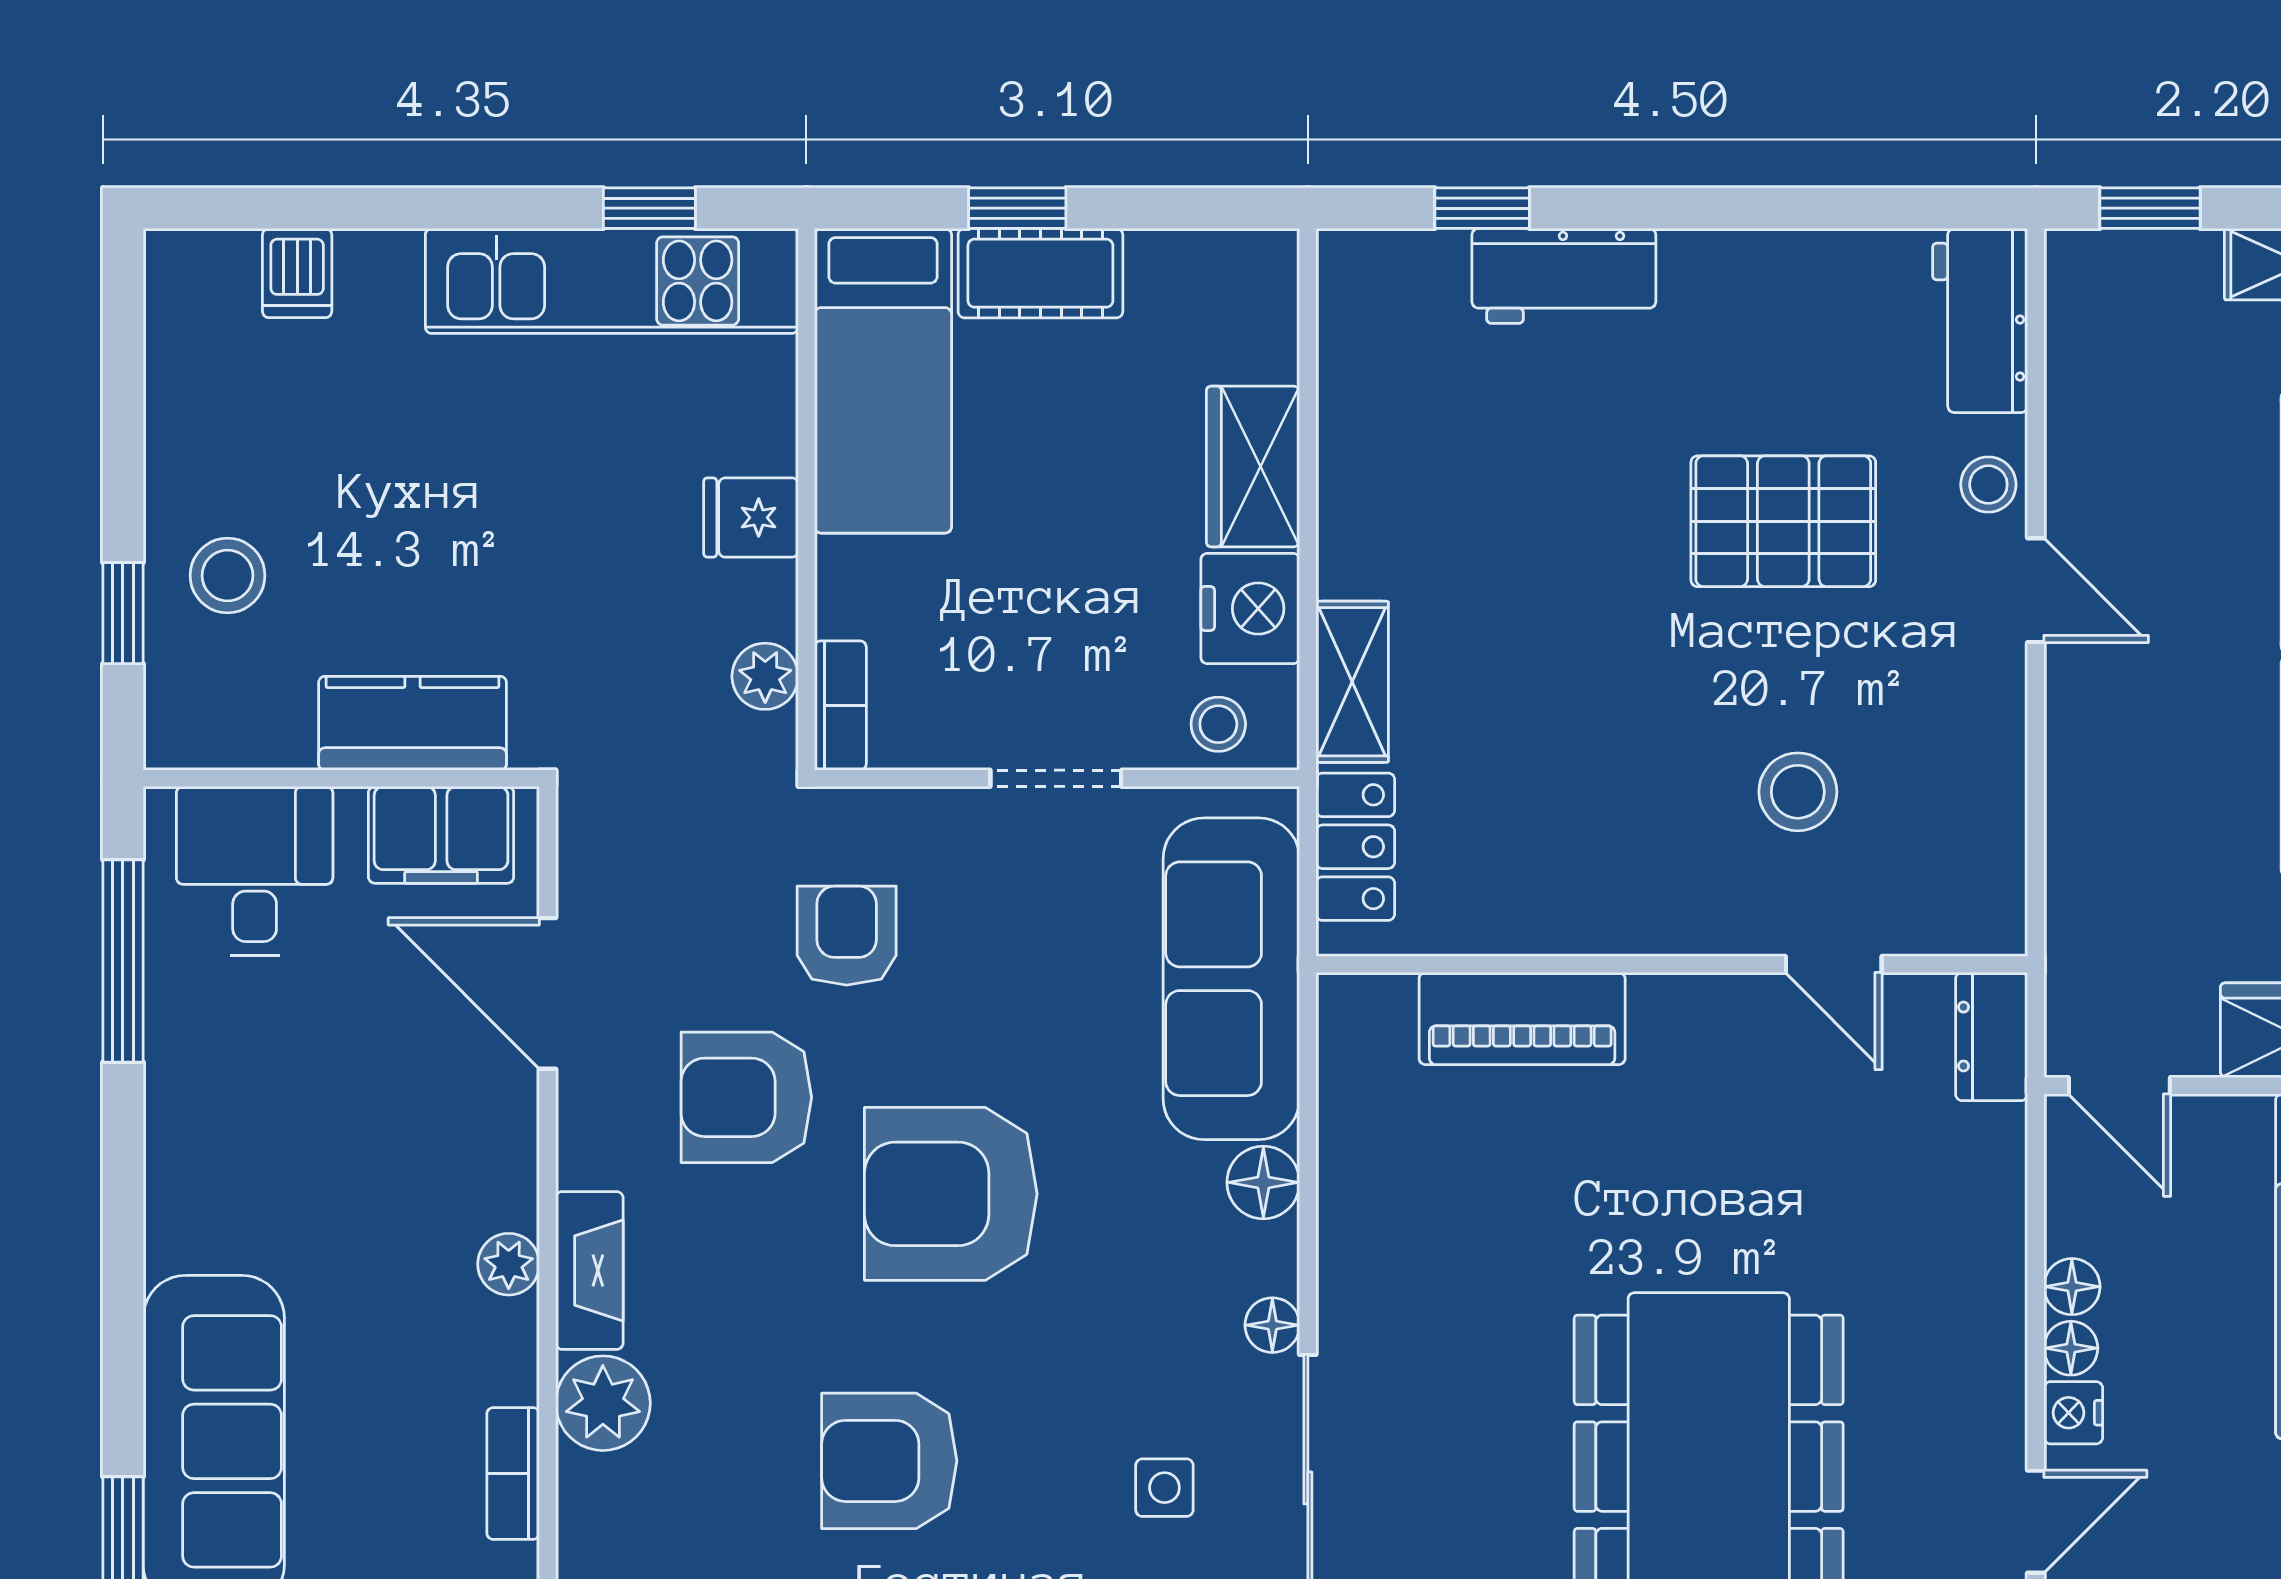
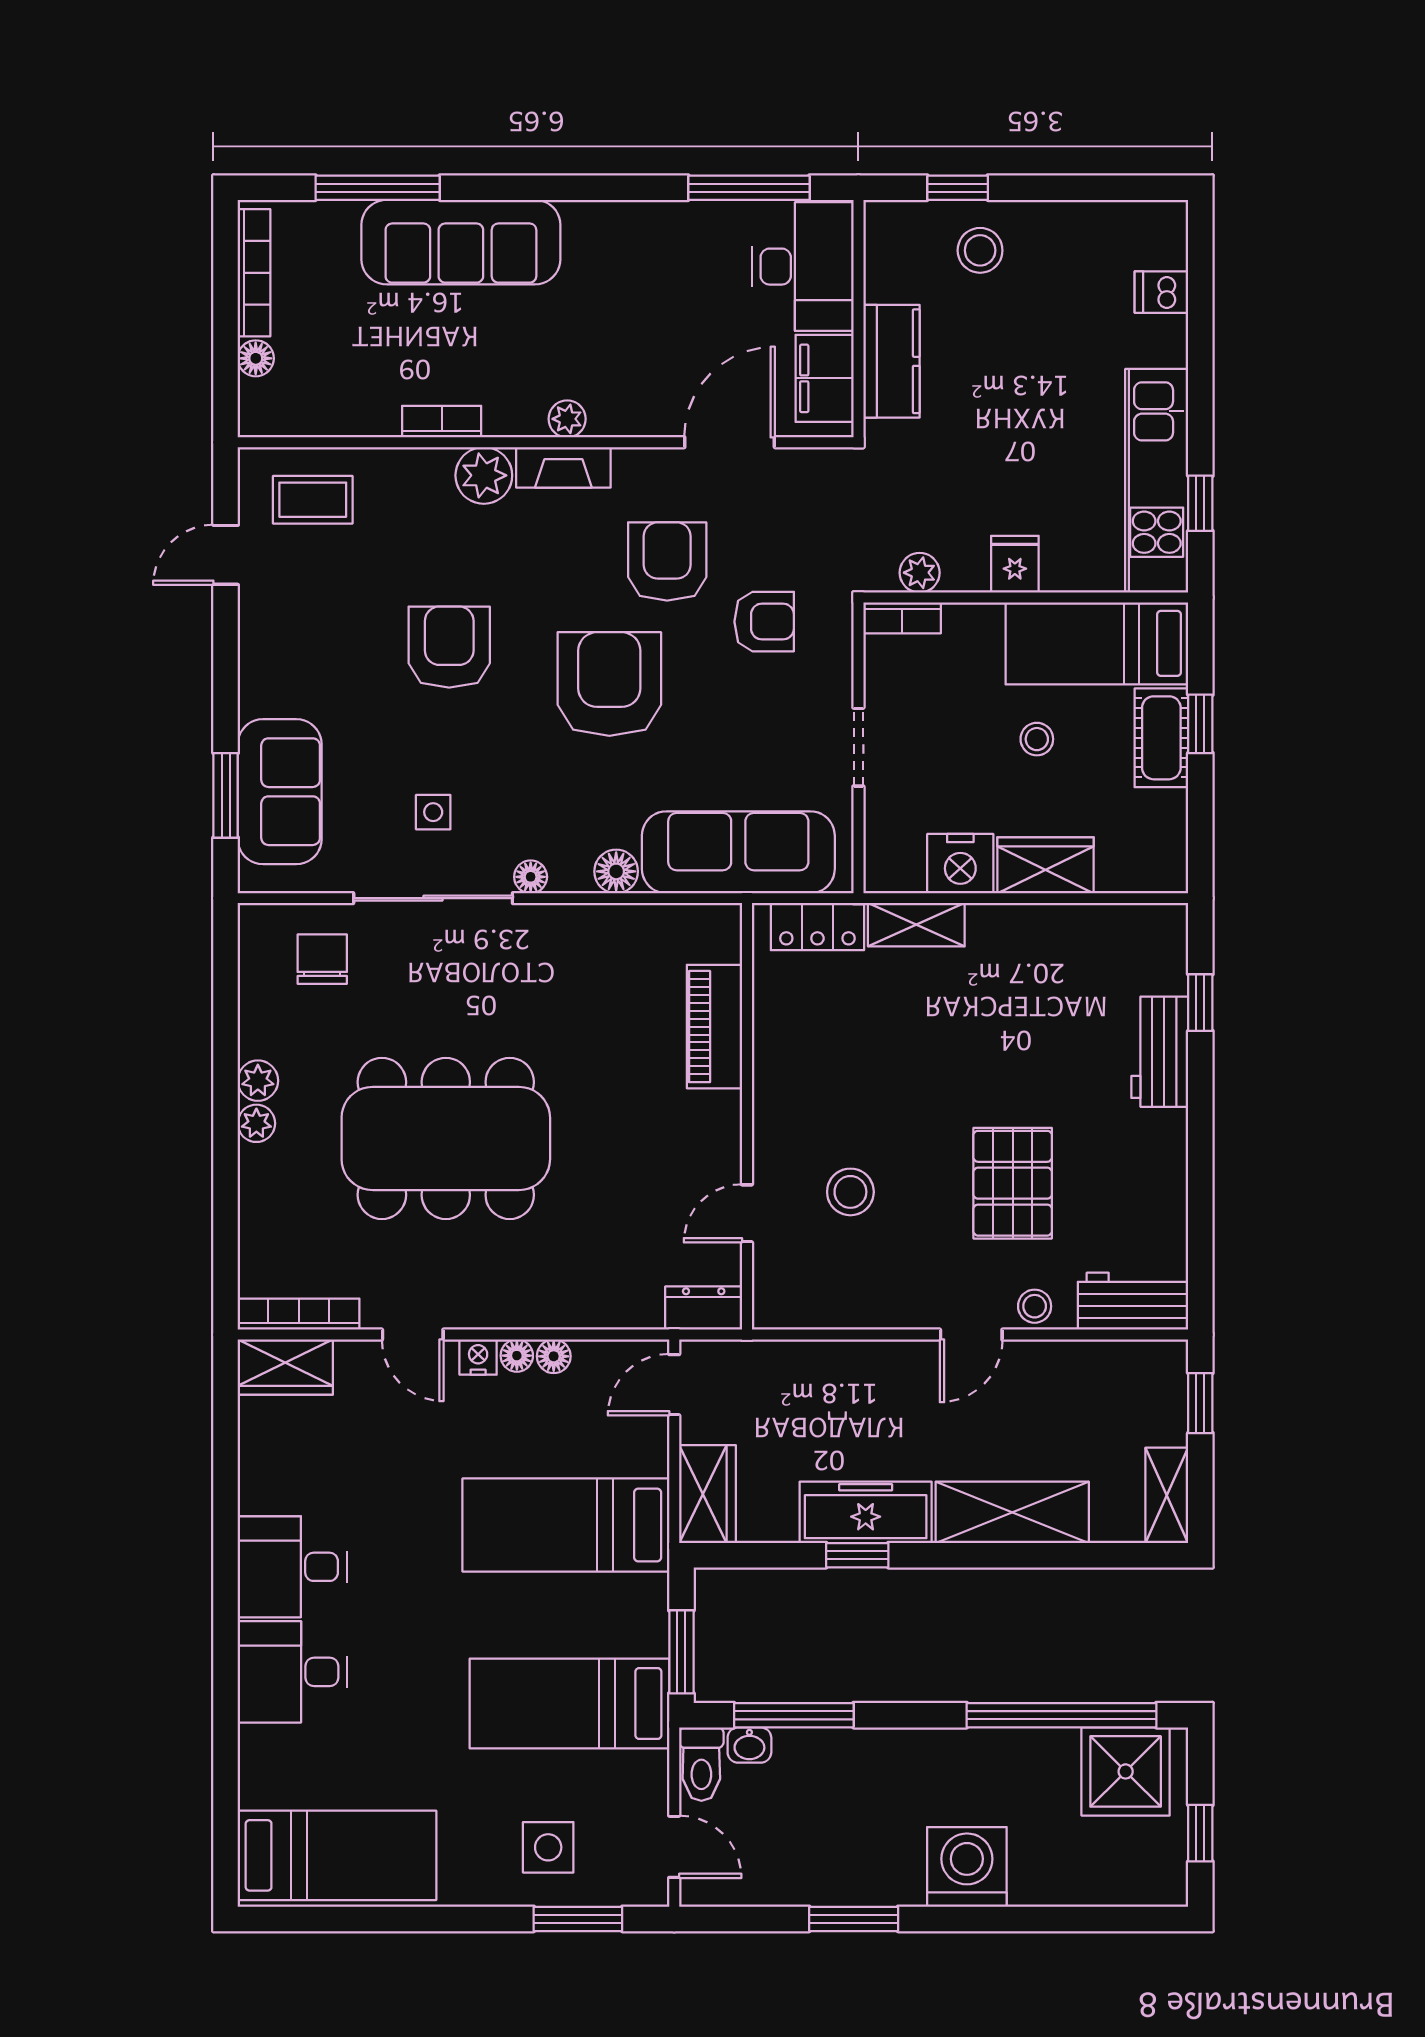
stool: (1218, 724) -> (1037, 739), moved
desk: (255, 871) -> (803, 267), width x1.37

